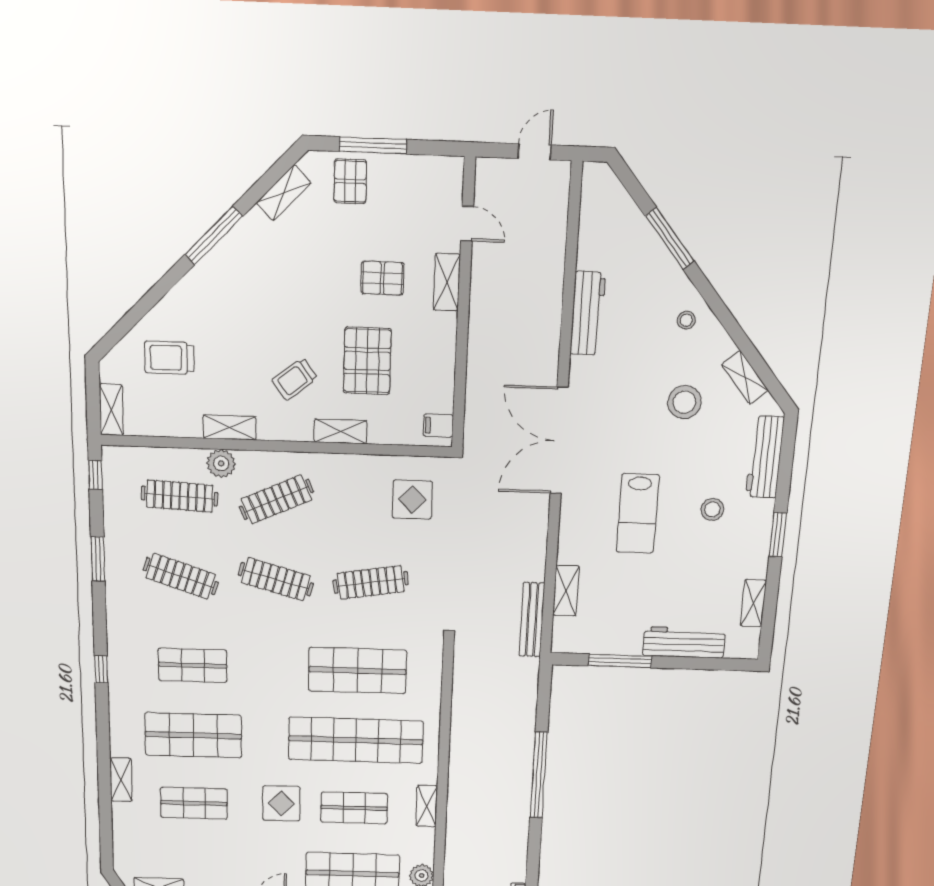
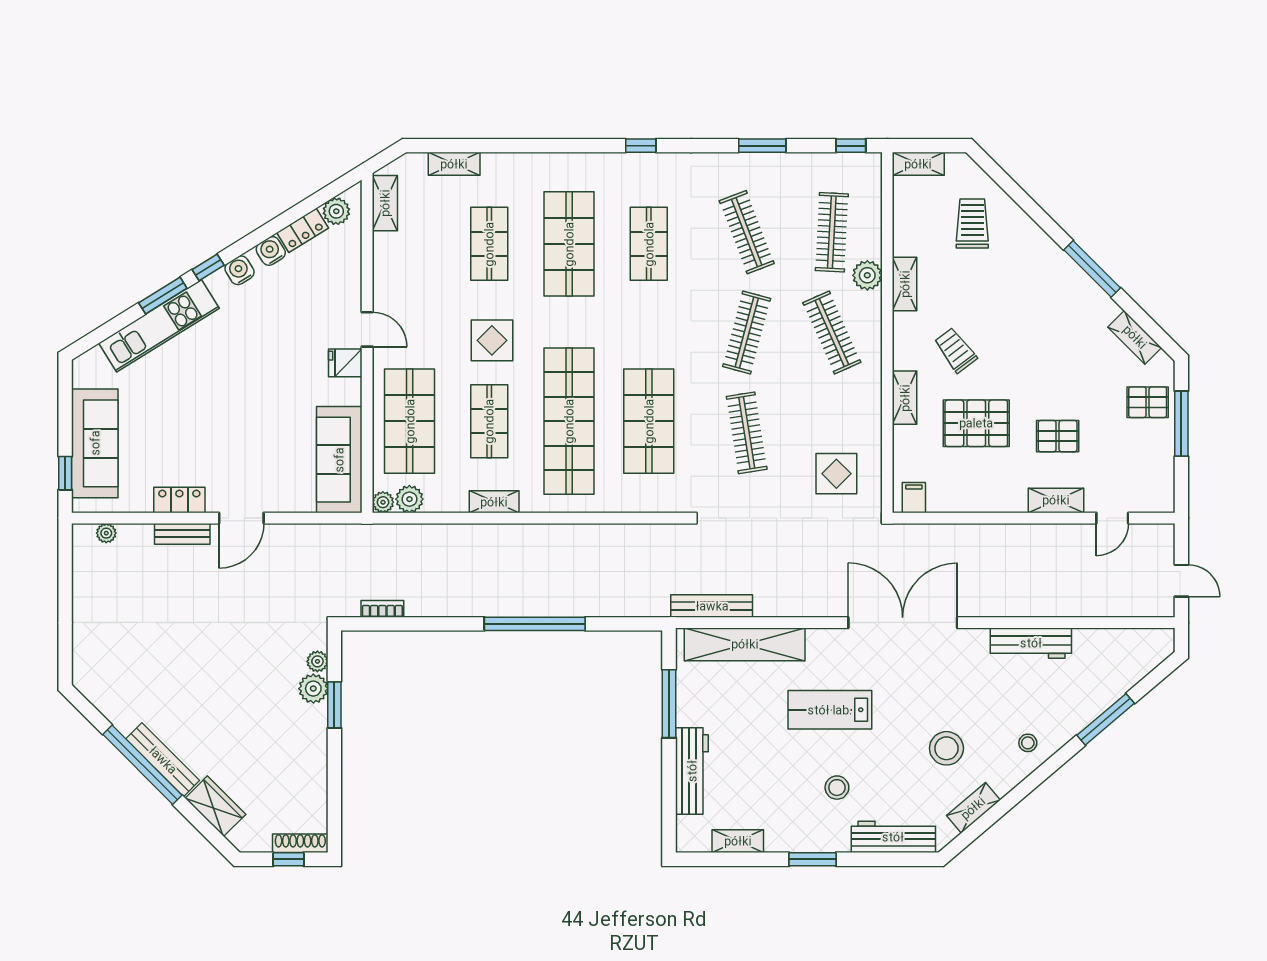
pallet: (382, 278) -> (1058, 436), turned 90
clothes rail: (181, 576) -> (747, 232), turned -39
shelving: (566, 591) -> (745, 644), width x2.20, depth x1.33
shelving: (121, 780) -> (454, 164), moved

